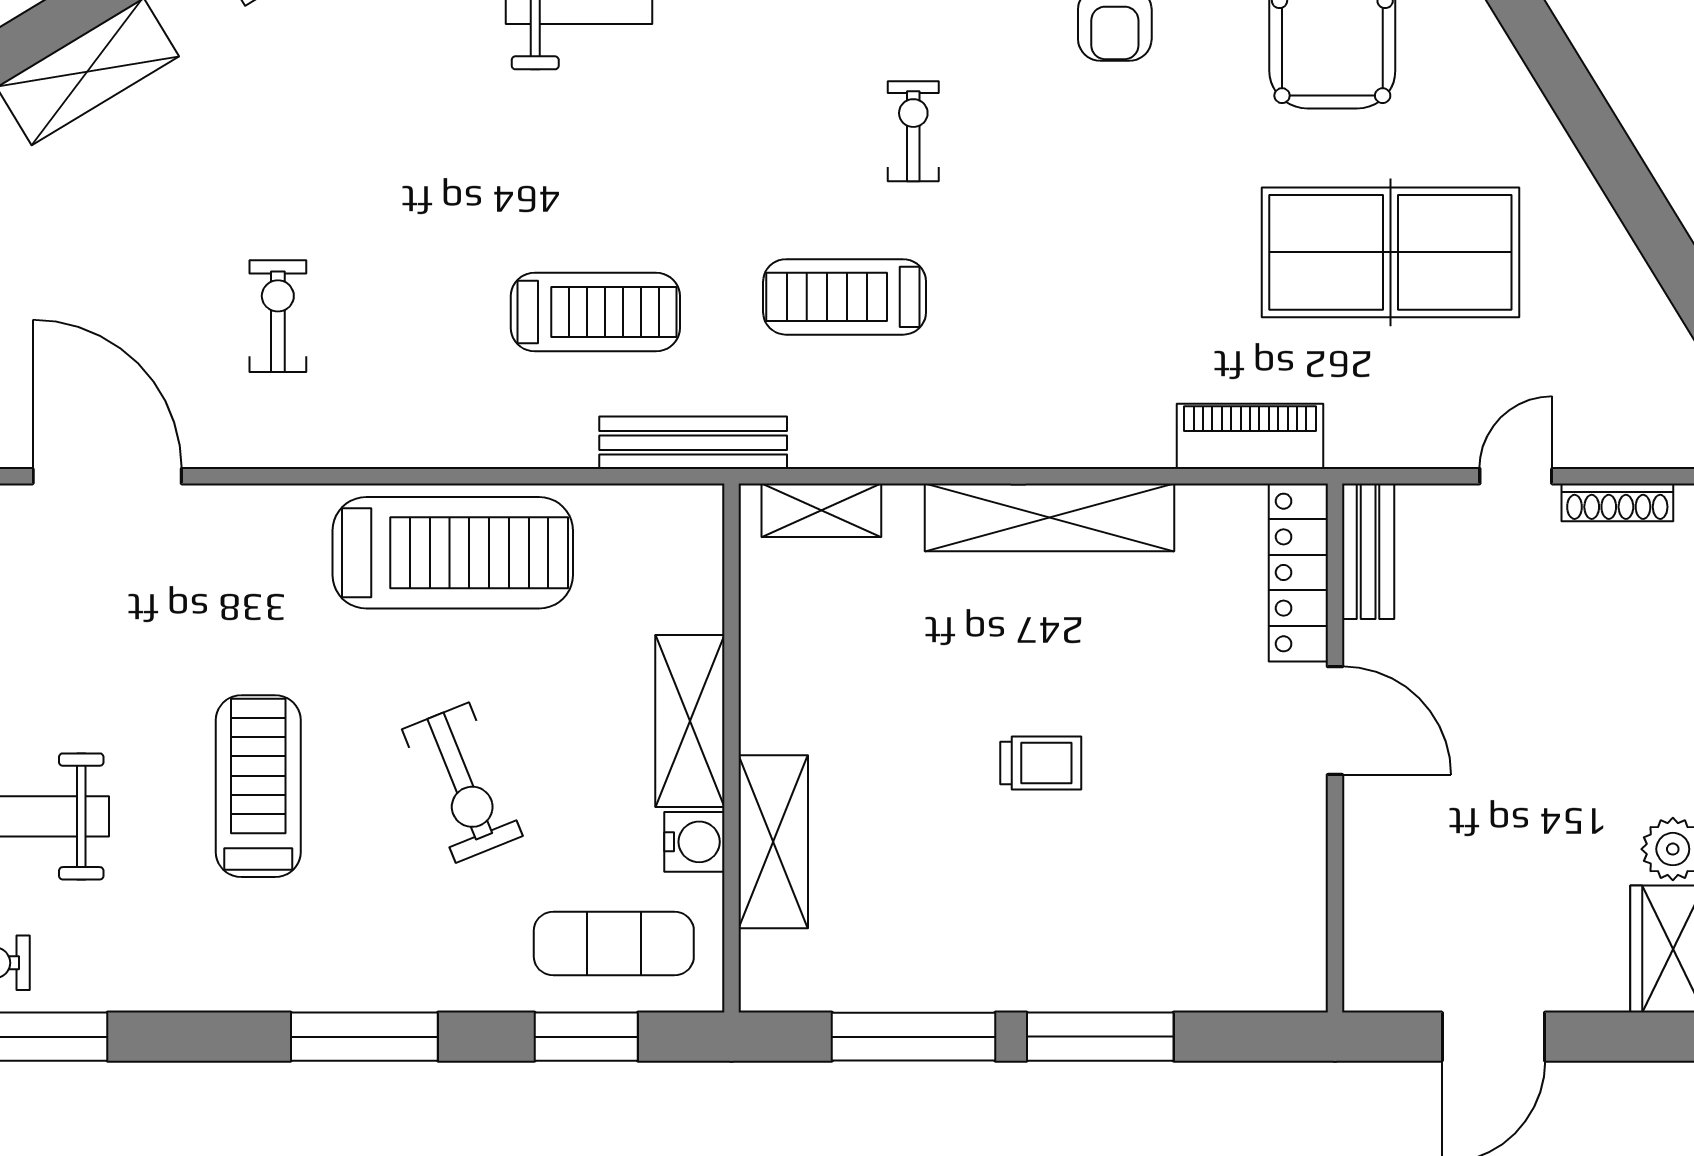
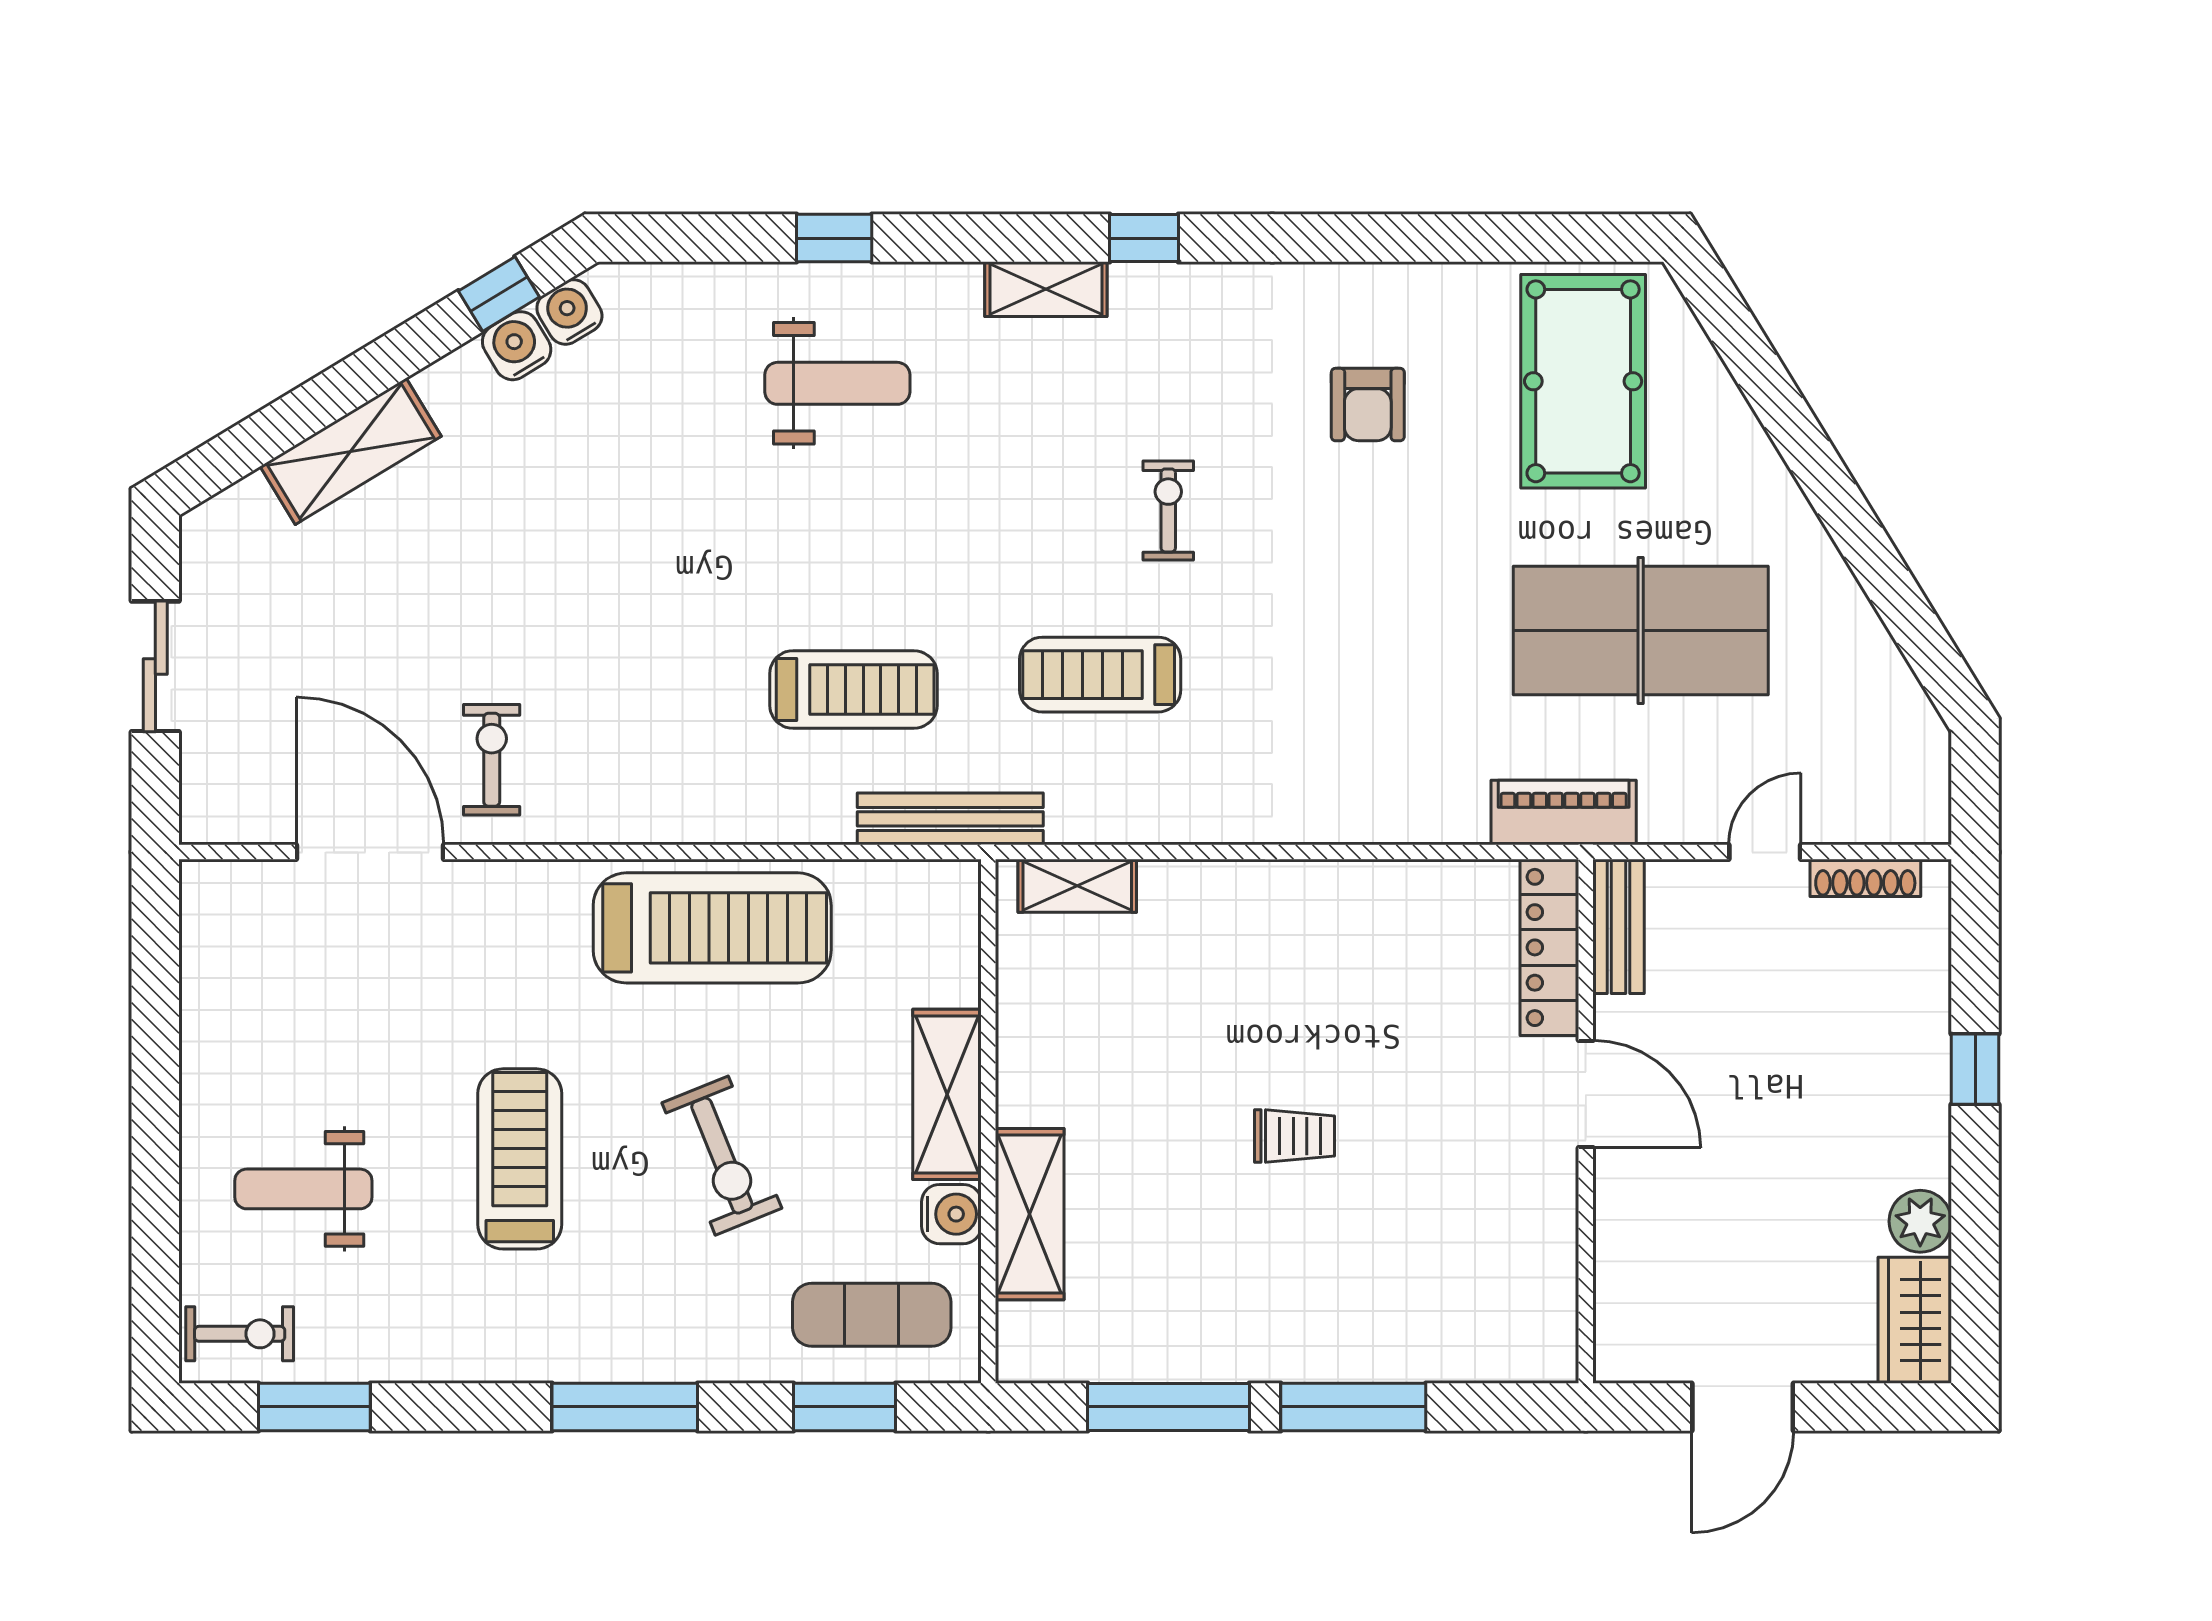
exercise bike: (278, 316) -> (492, 760), moved
piano: (1250, 436) -> (1564, 813), moved
shelving: (1050, 517) -> (1303, 893), removed

